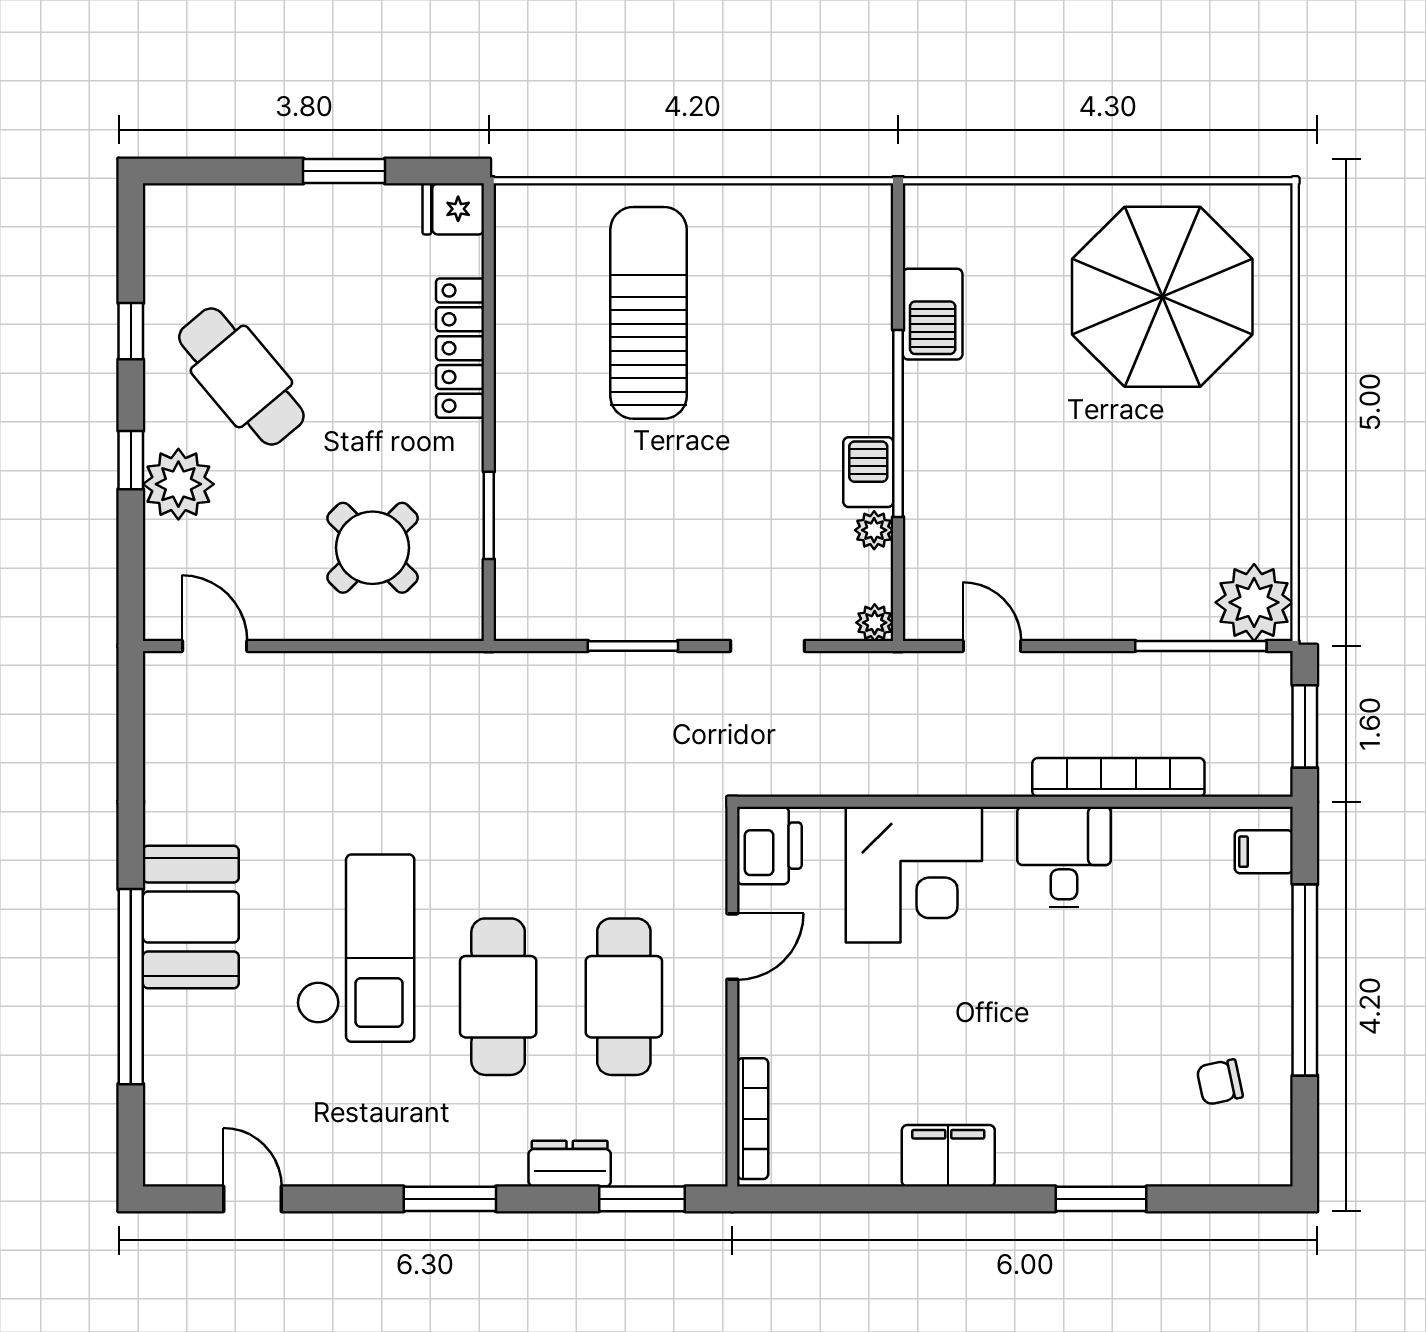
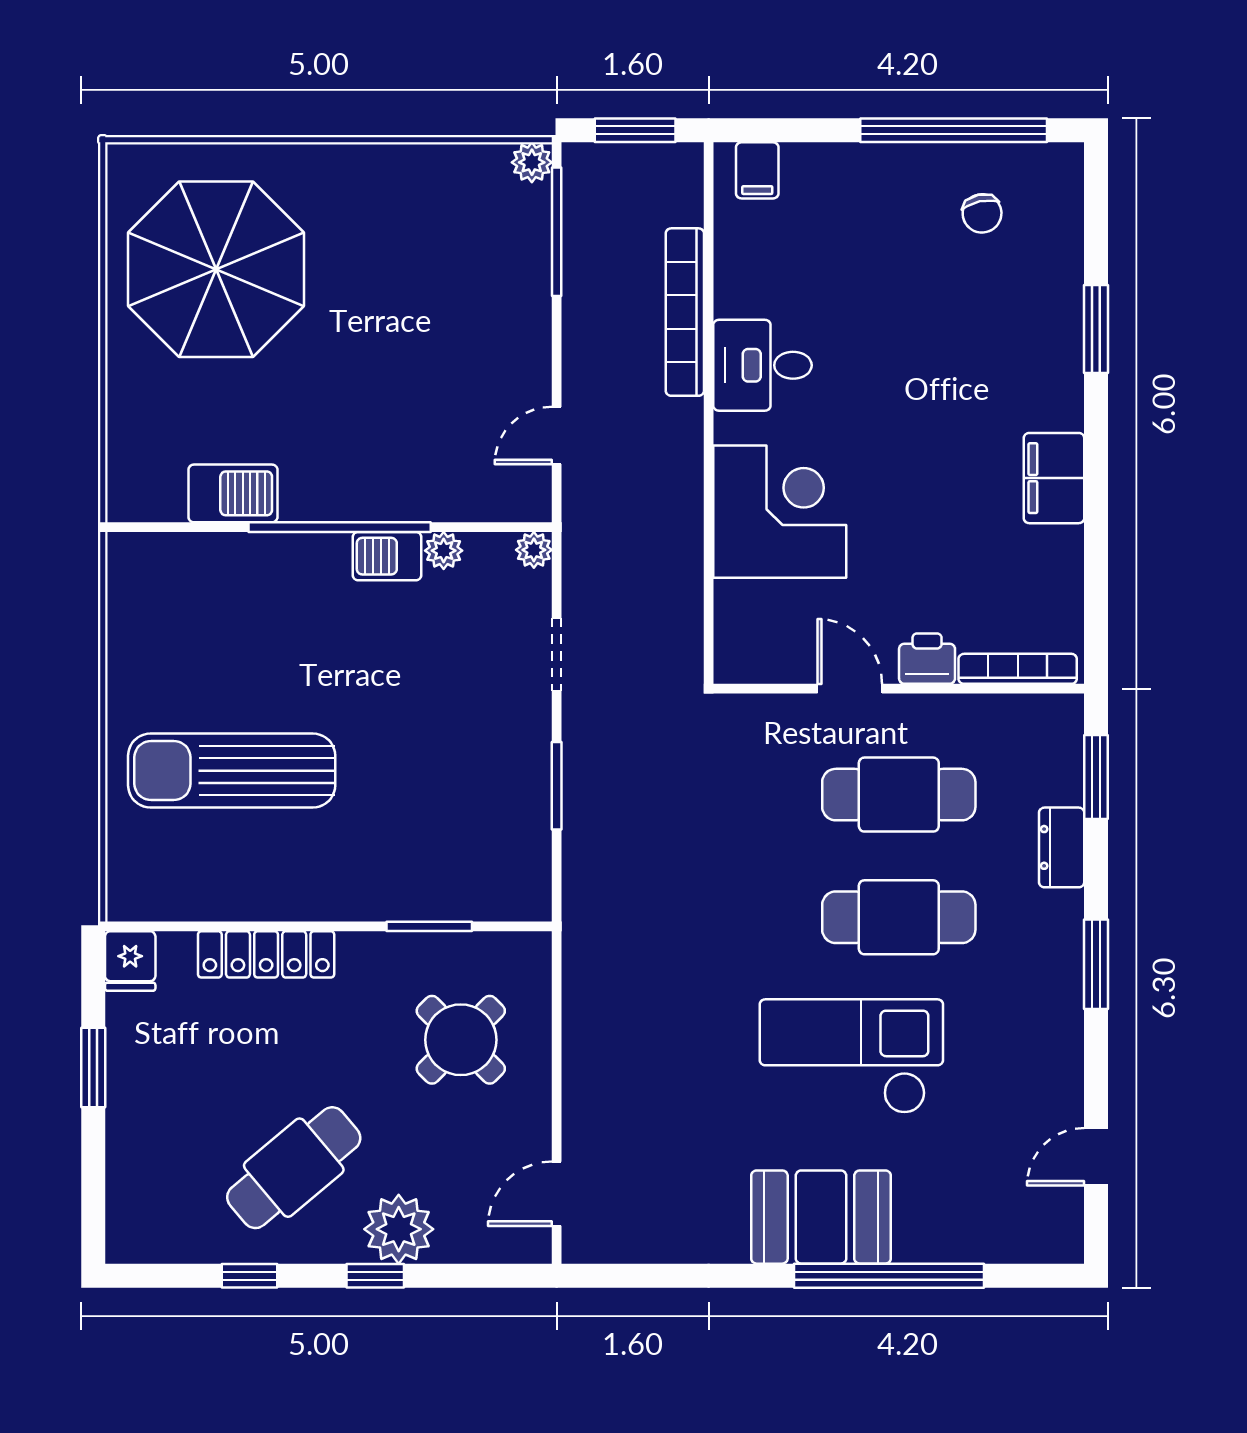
plant: (1254, 602) -> (532, 162), width x0.53, depth x0.53
printer: (769, 846) -> (927, 659), moved, width x0.73, depth x0.81
window: (1305, 980) -> (954, 130), moved

